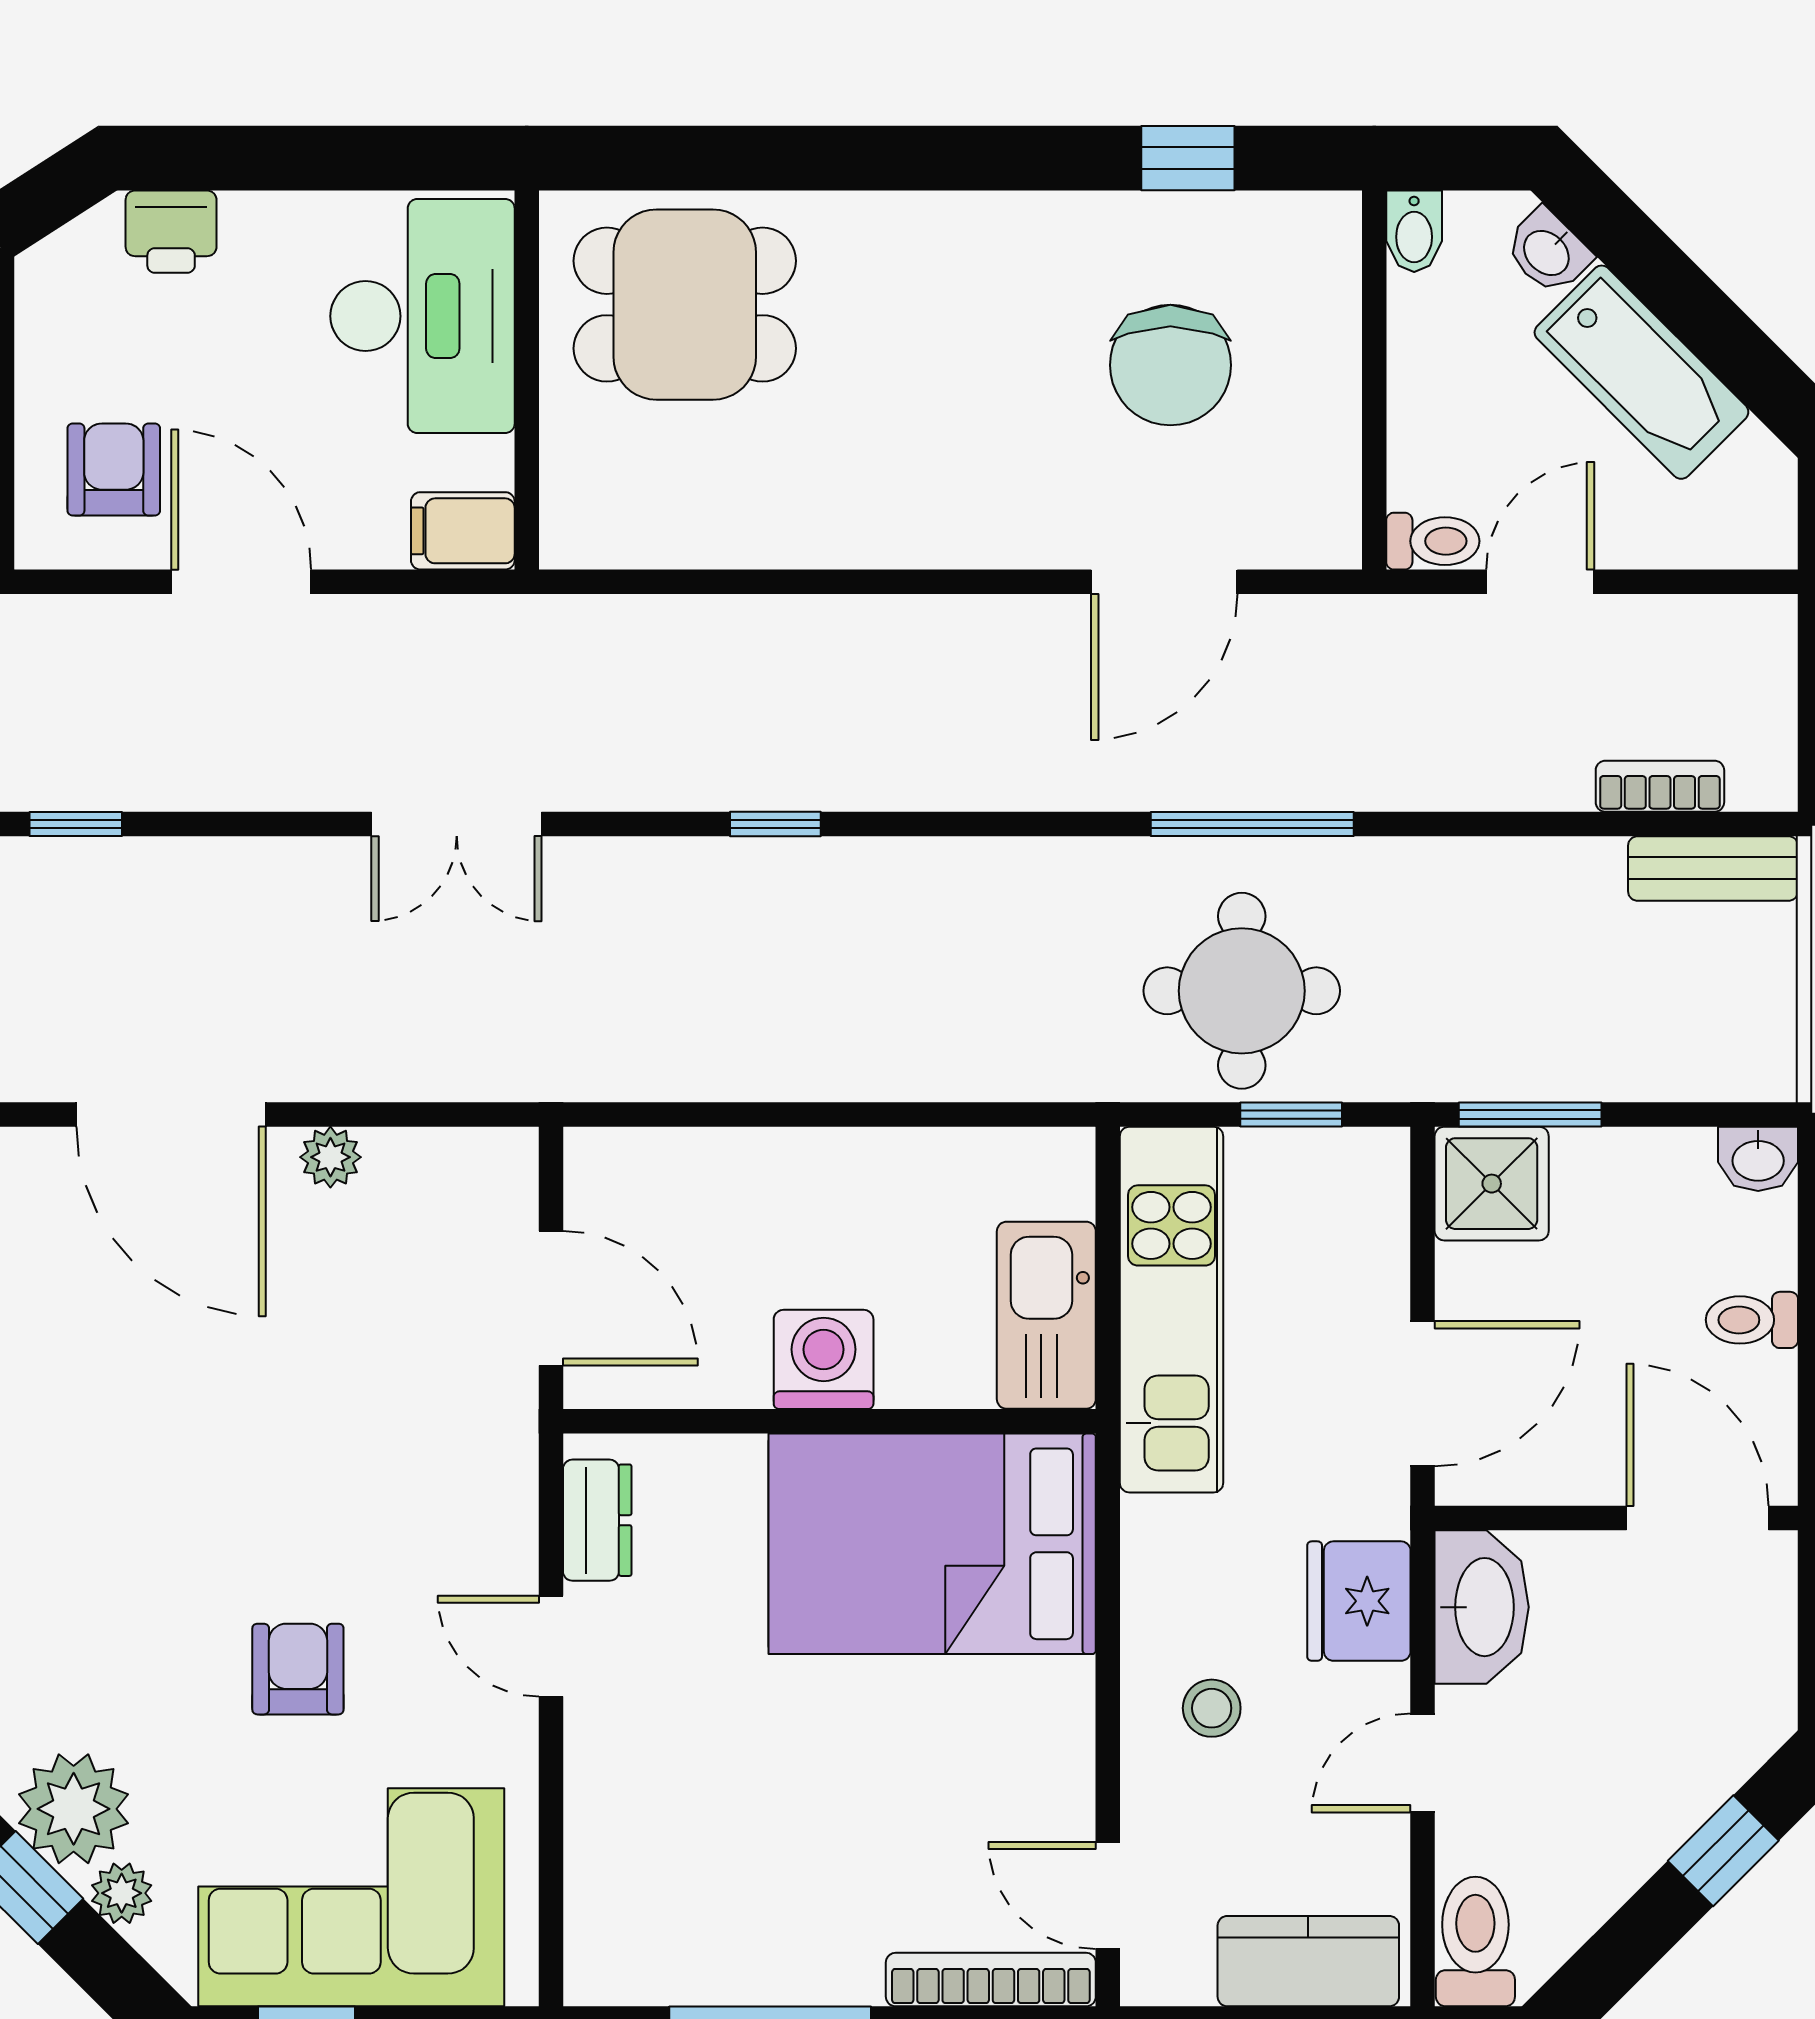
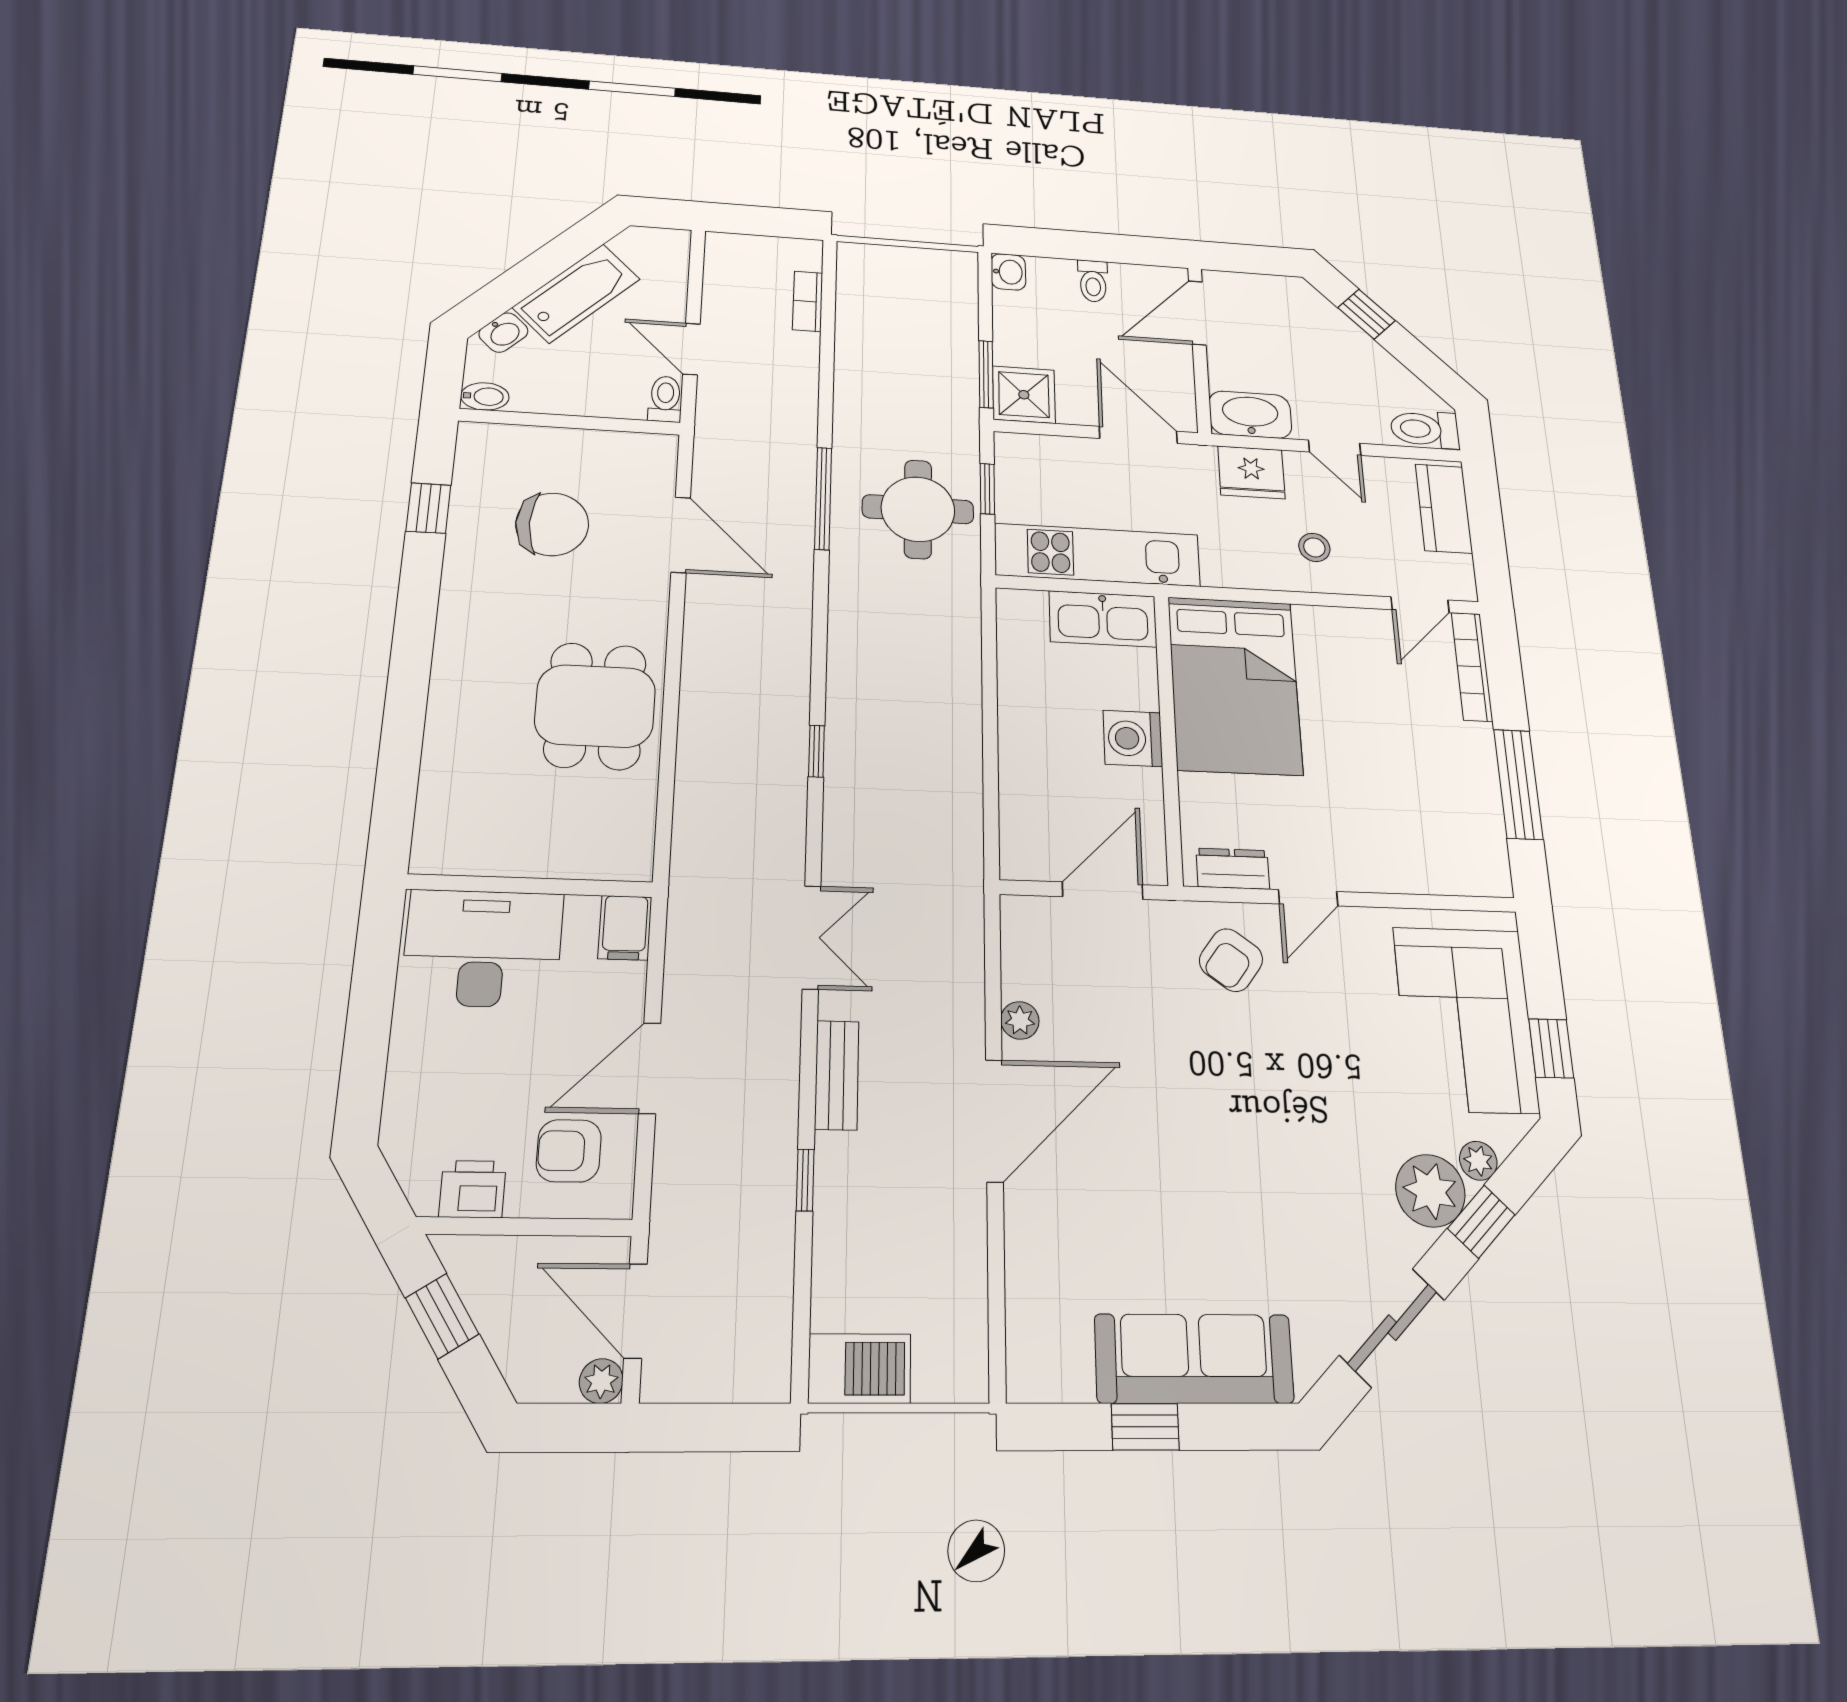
printer: (171, 232) -> (473, 1189), moved, turned -90
dining table: (685, 305) -> (595, 706), moved
bench: (1713, 868) -> (837, 1075), moved
armchair: (298, 1669) -> (1231, 960), moved, turned -54

